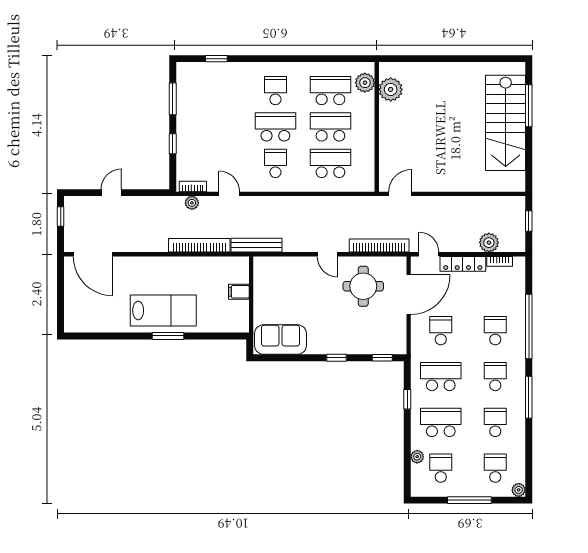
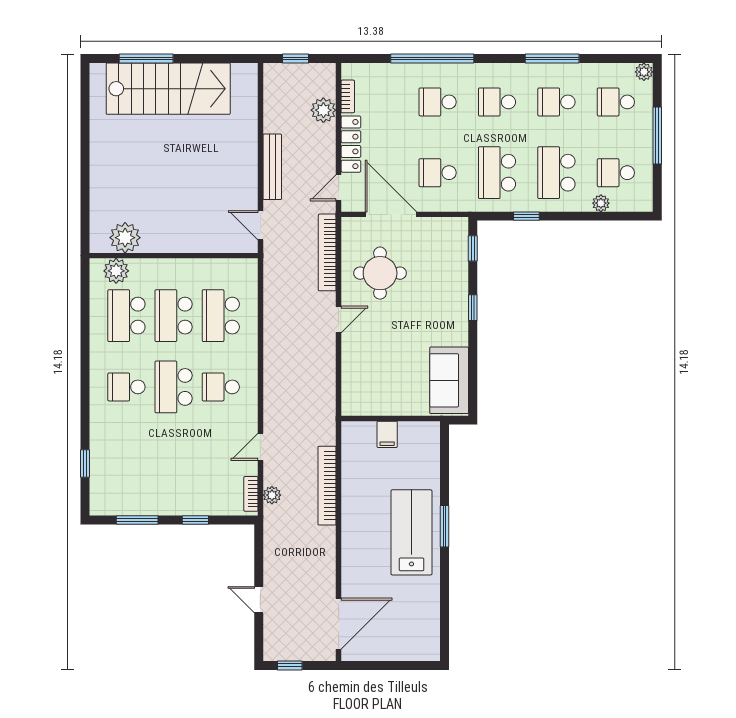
bench: (256, 245) -> (272, 167), moved
window: (529, 397) -> (552, 59), moved

